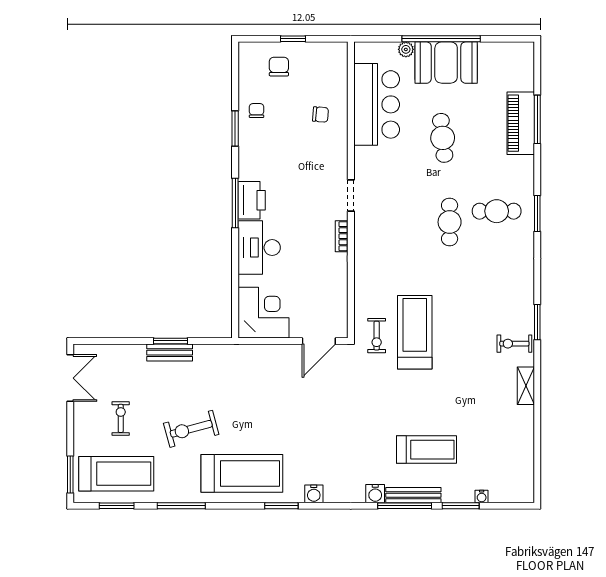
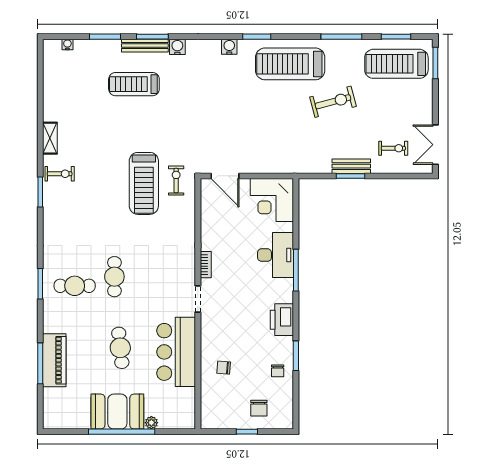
bar counter: (377, 104) -> (176, 352), moved
printer: (252, 200) -> (282, 320), moved
window: (235, 203) -> (296, 270), moved
door: (319, 341) -> (225, 176), swing flipped
exercise bike: (121, 418) -> (393, 148), moved, turned -90
water cooler: (482, 496) -> (67, 44), moved
window: (405, 506) -> (152, 37), width x0.69

